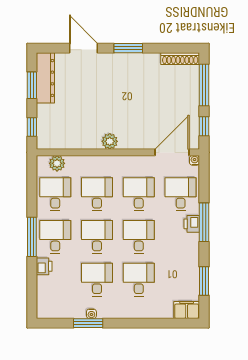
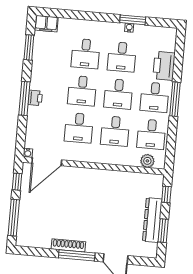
window: (128, 48) -> (77, 255), width x1.44
shoe rack: (180, 59) -> (68, 245), moved
dresser: (45, 78) -> (152, 220), moved
plant: (110, 141) -> (100, 176), removed
desk: (181, 194) -> (43, 125), removed
printer: (44, 266) -> (164, 66), width x1.87, depth x1.48

